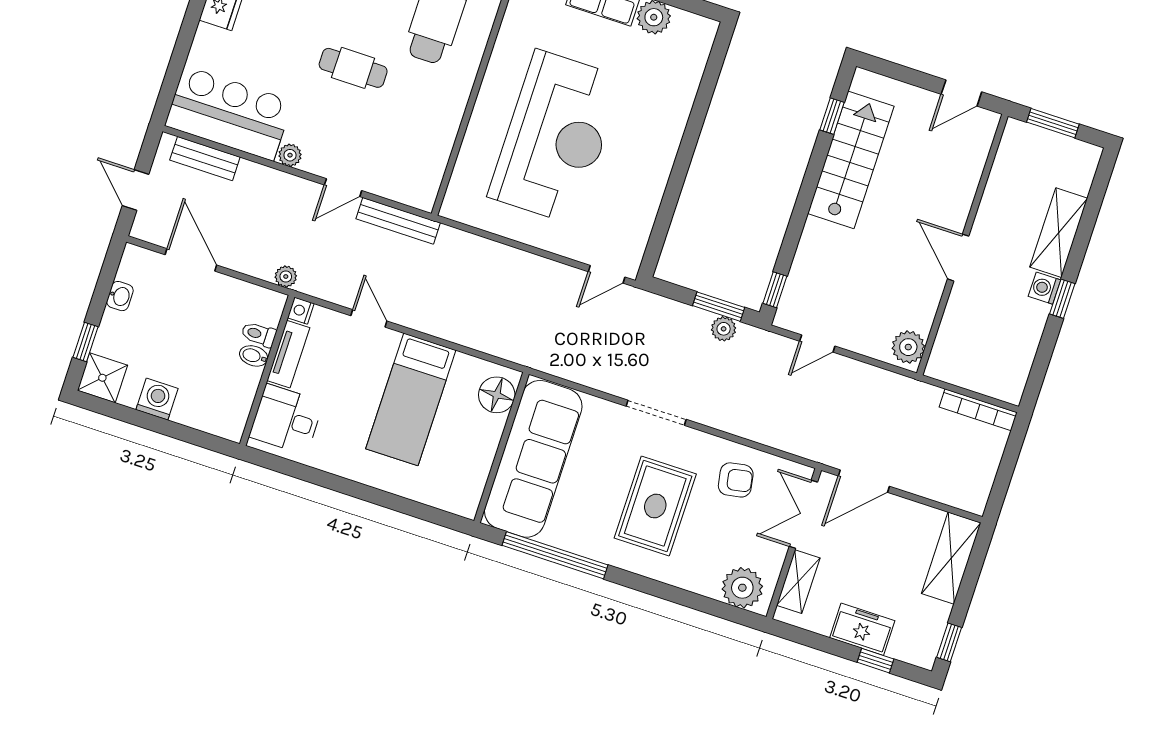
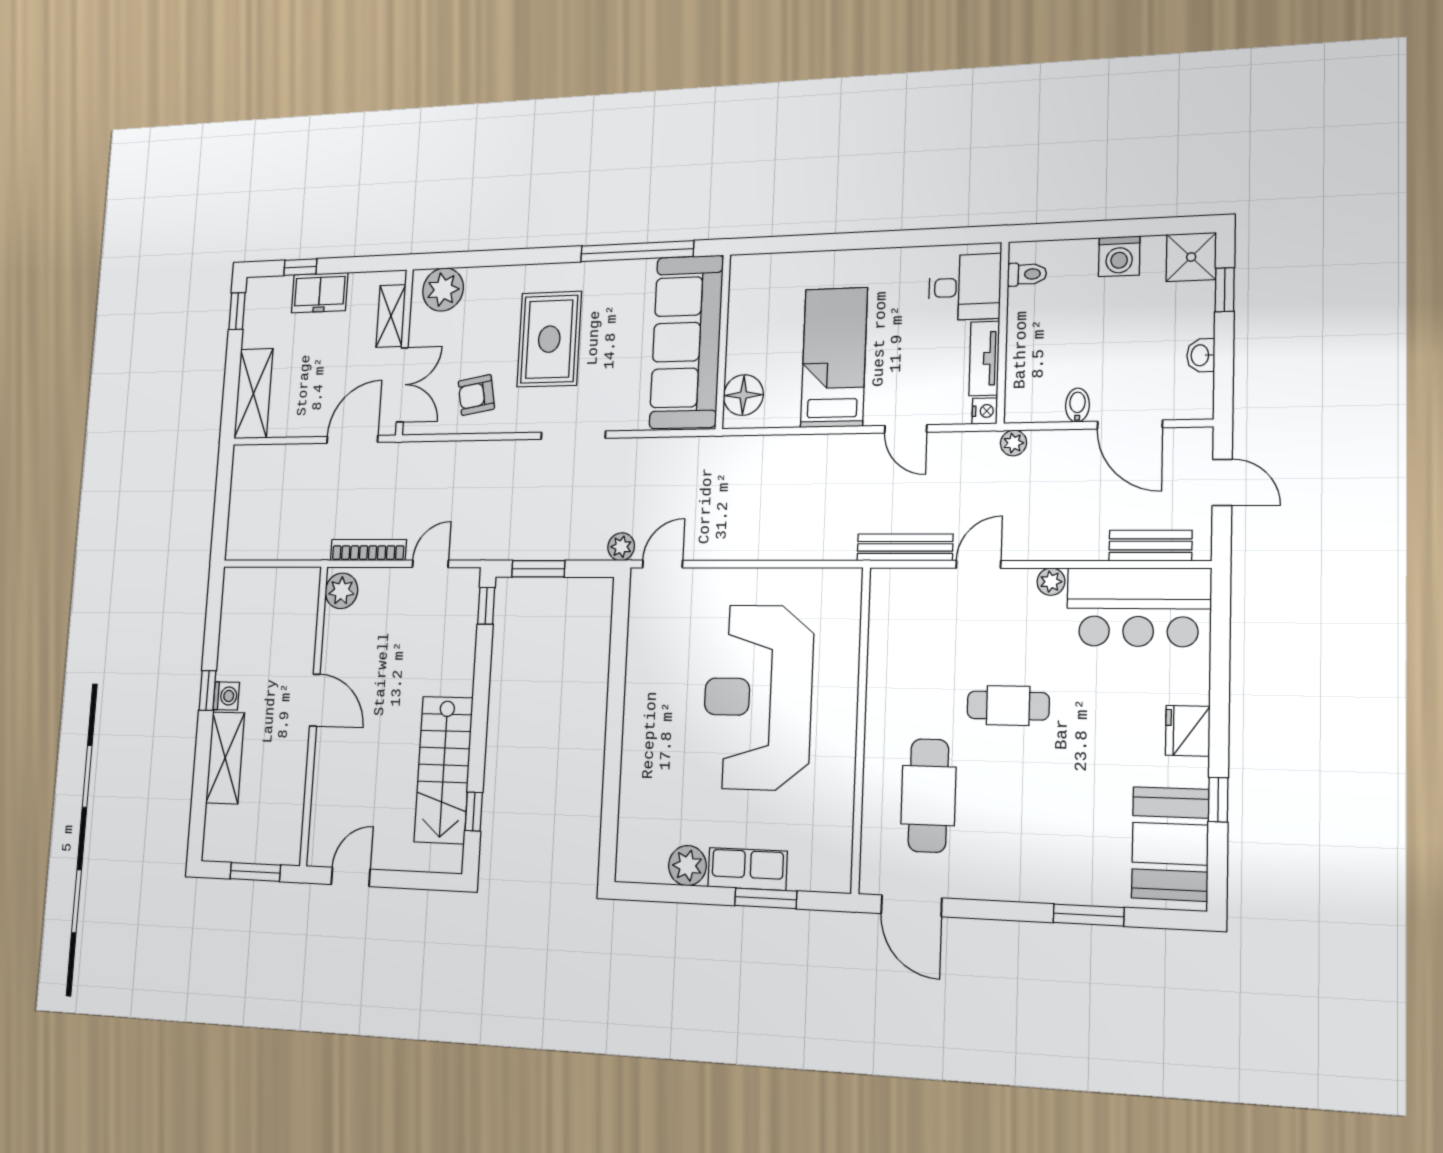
plant: (724, 329) -> (621, 547), moved
toilet: (259, 334) -> (1027, 274), moved
bidet: (254, 356) -> (1077, 405), moved, turned -90
bookcase: (978, 410) -> (368, 550), moved

